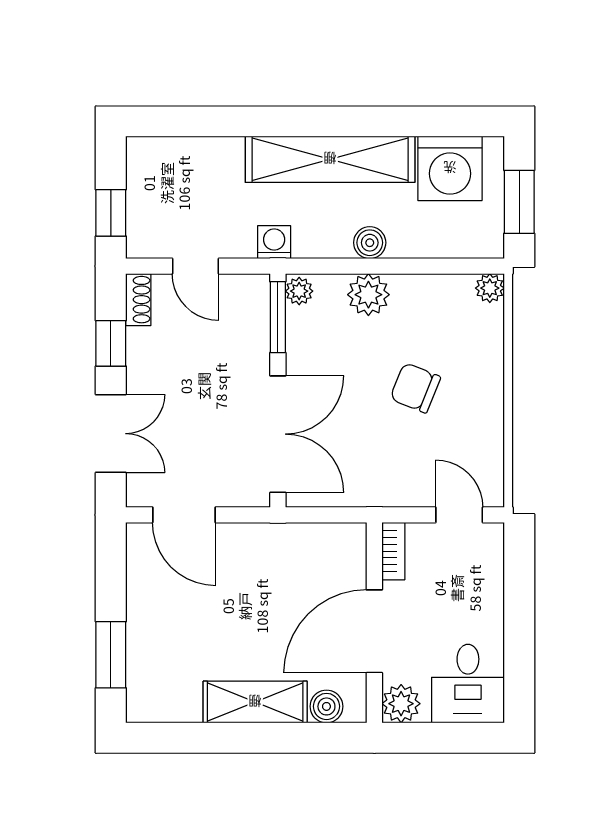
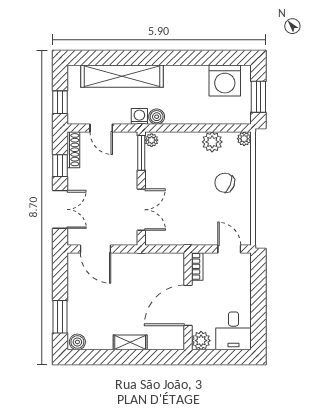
shelving: (330, 159) -> (122, 76), moved
boiler: (370, 243) -> (157, 117), moved
plant: (368, 295) -> (212, 142), moved
shoe rack: (138, 300) -> (73, 150), width x1.43
chair: (415, 388) -> (225, 183), moved
double door: (278, 434) -> (141, 210), width x0.73
shelving: (255, 702) -> (130, 342), width x0.67, depth x0.75
boiler: (326, 706) -> (77, 342), moved

